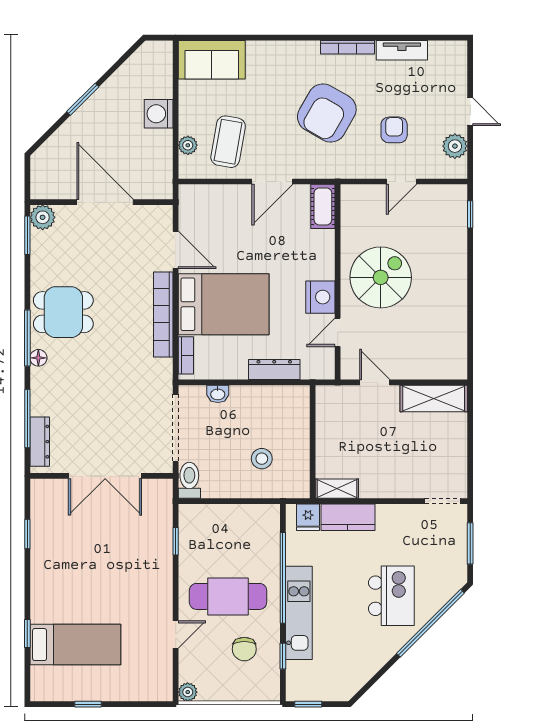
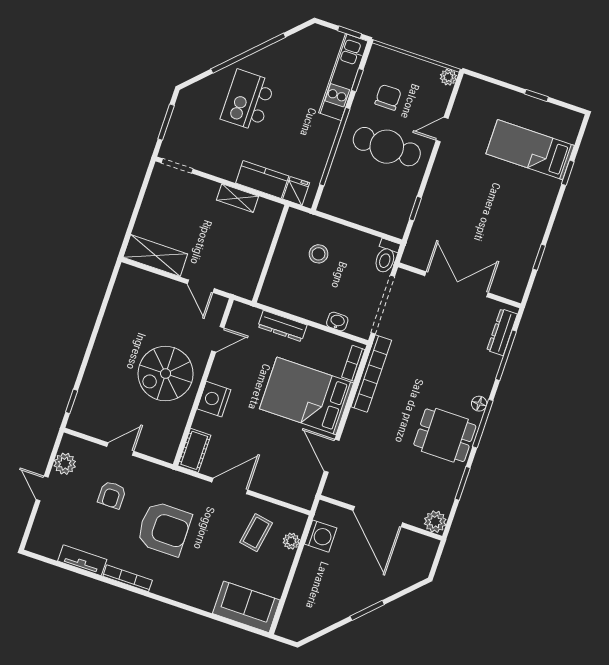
armchair: (327, 113) -> (164, 529), turned 60
washing machine: (159, 114) -> (321, 536), moved
coffee table: (228, 142) -> (256, 533), width x0.73, depth x0.77
window: (27, 235) -> (463, 483), moved
nightstand: (320, 297) -> (214, 399), moved
bookcase: (163, 314) -> (371, 374), moved
shelving: (337, 489) -> (238, 198), moved
kitchen unit: (299, 613) -> (343, 77), moved
window: (430, 623) -> (248, 53), moved

